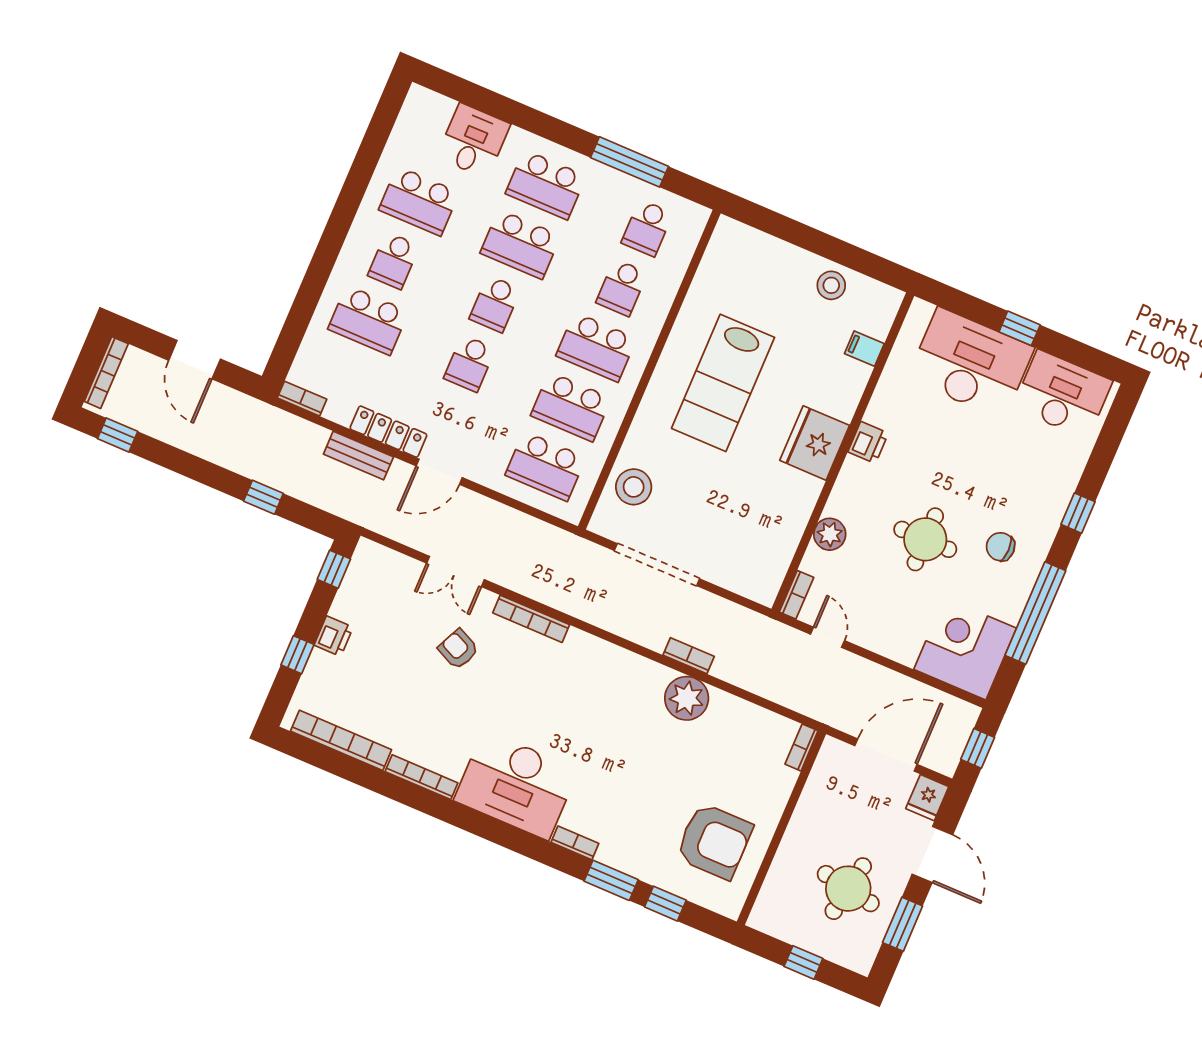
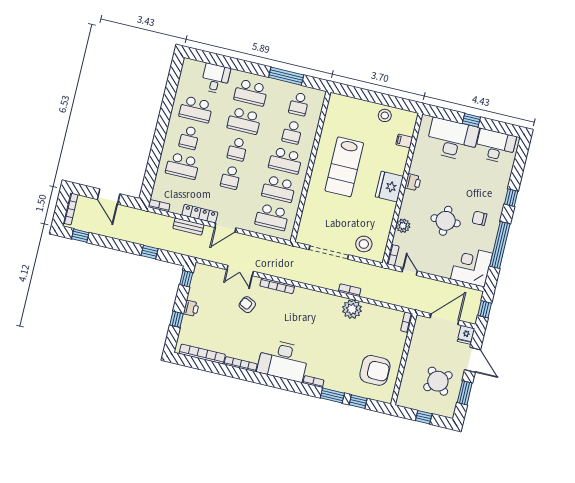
stool: (634, 487) -> (364, 244), moved
round table: (848, 889) -> (438, 381), turned 37

